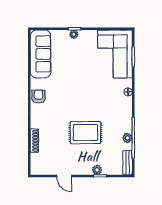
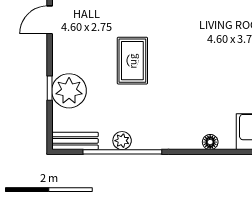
rug: (85, 133) -> (132, 61), width x0.73, depth x0.70
plant: (97, 170) -> (69, 91), width x1.87, depth x1.87

